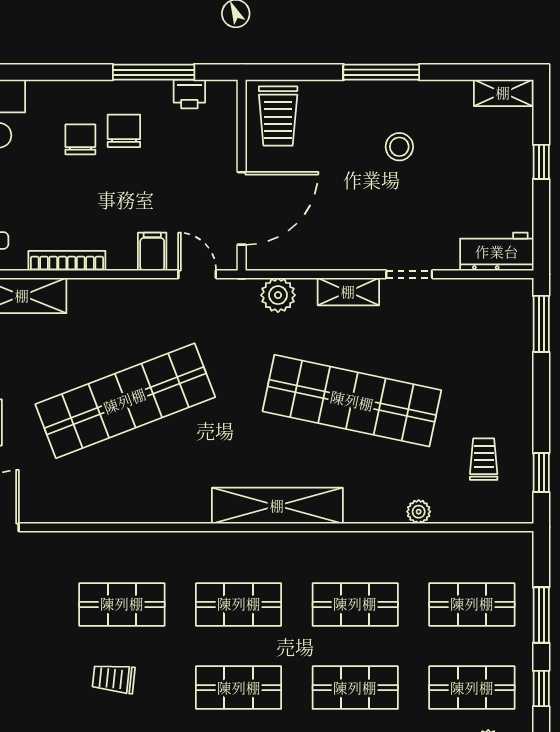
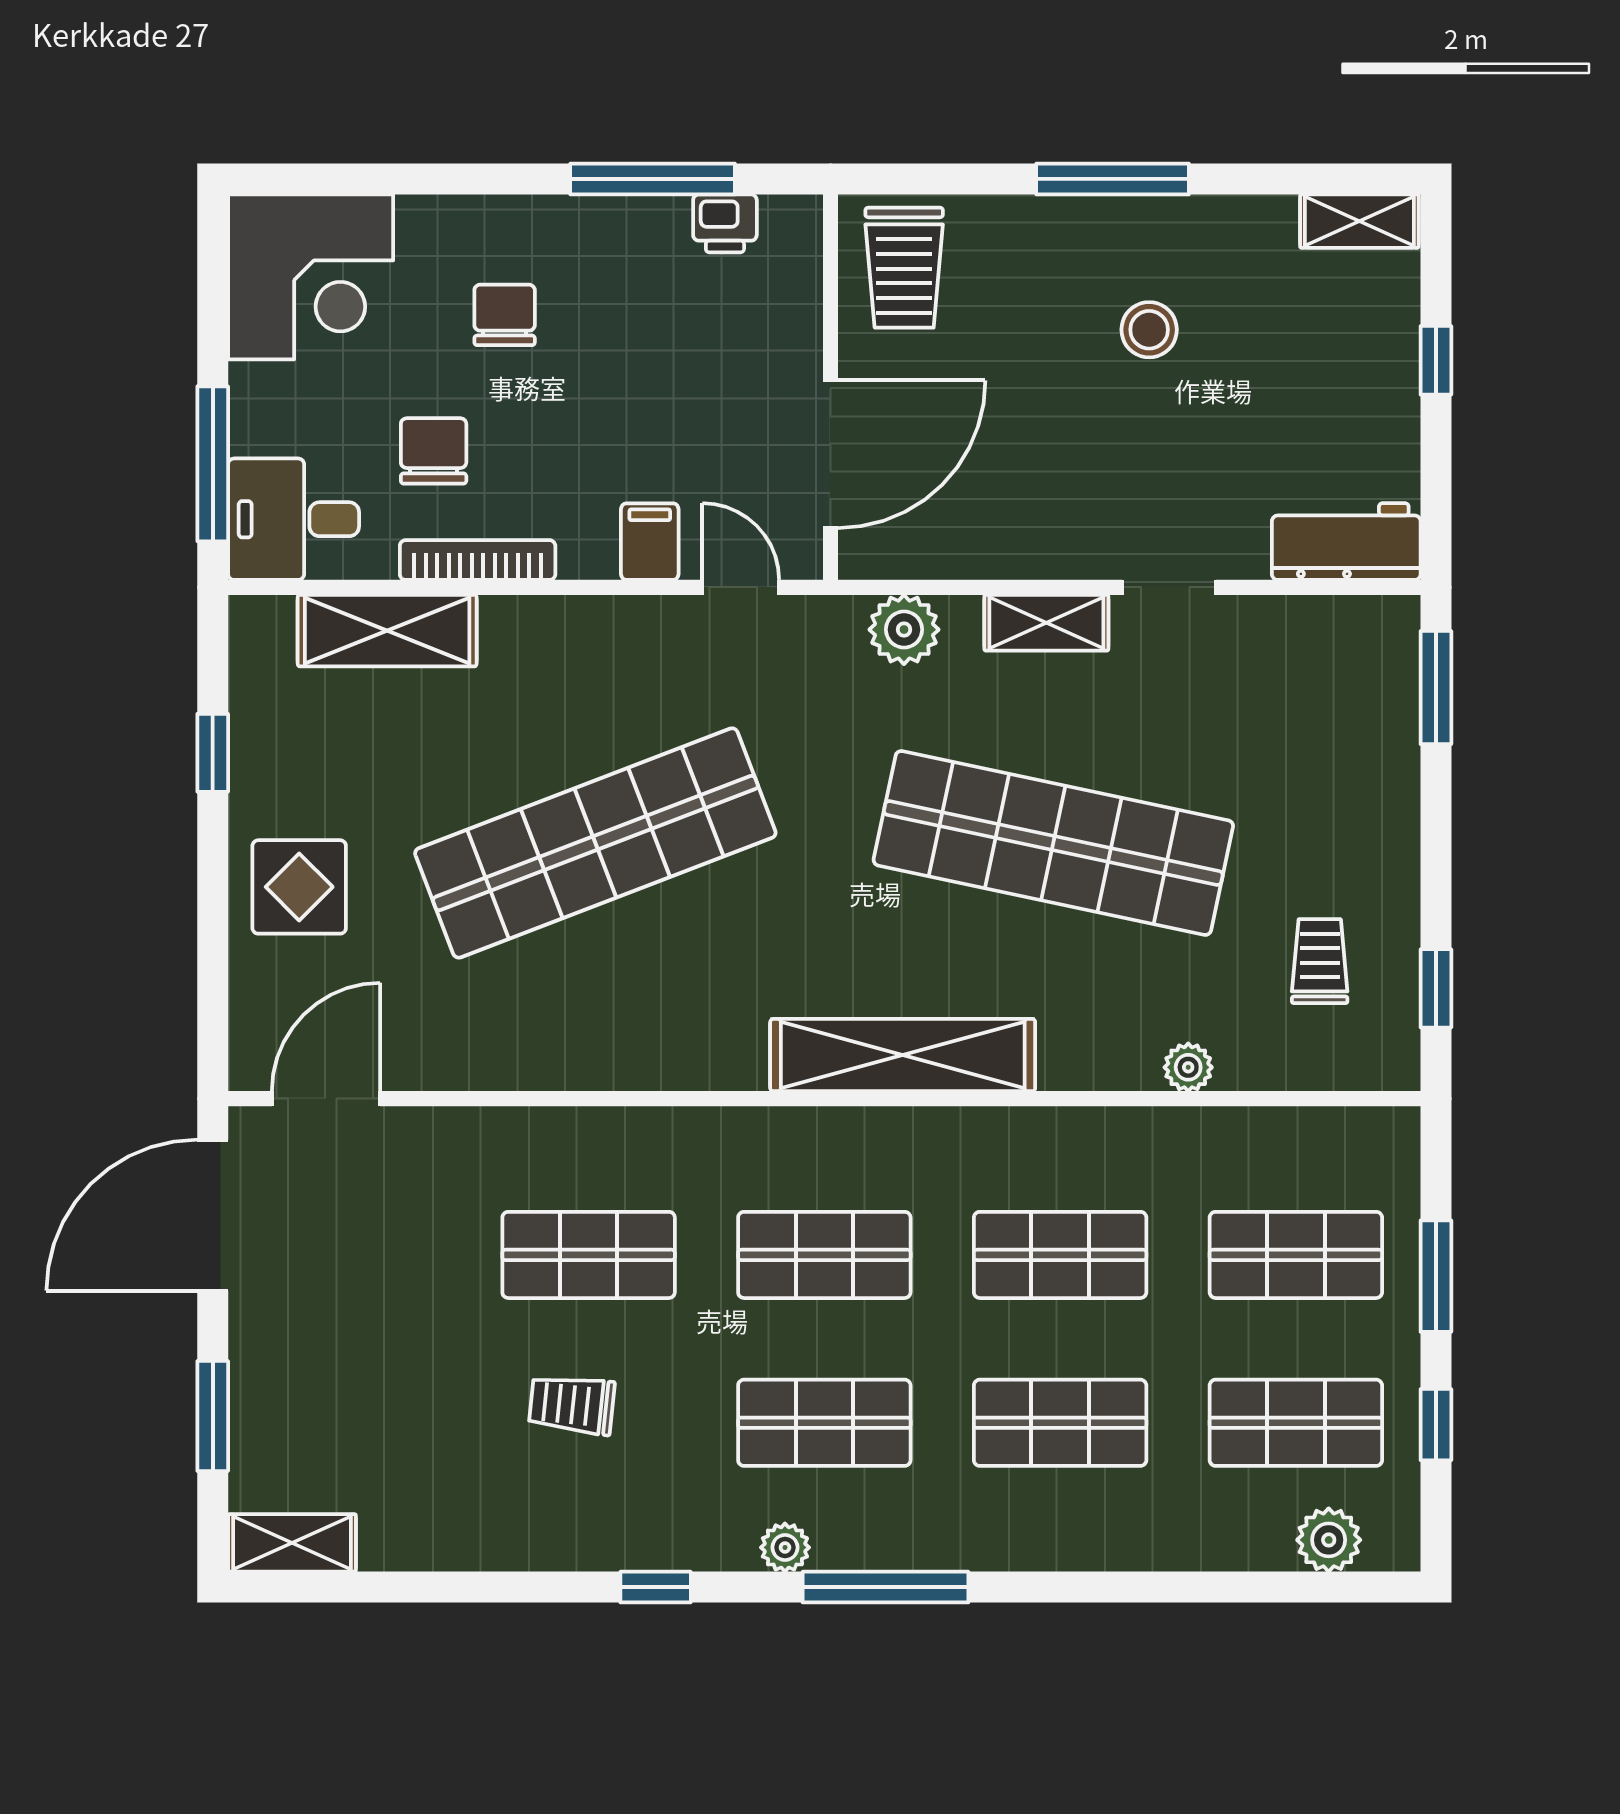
chair: (124, 131) -> (434, 451), moved

